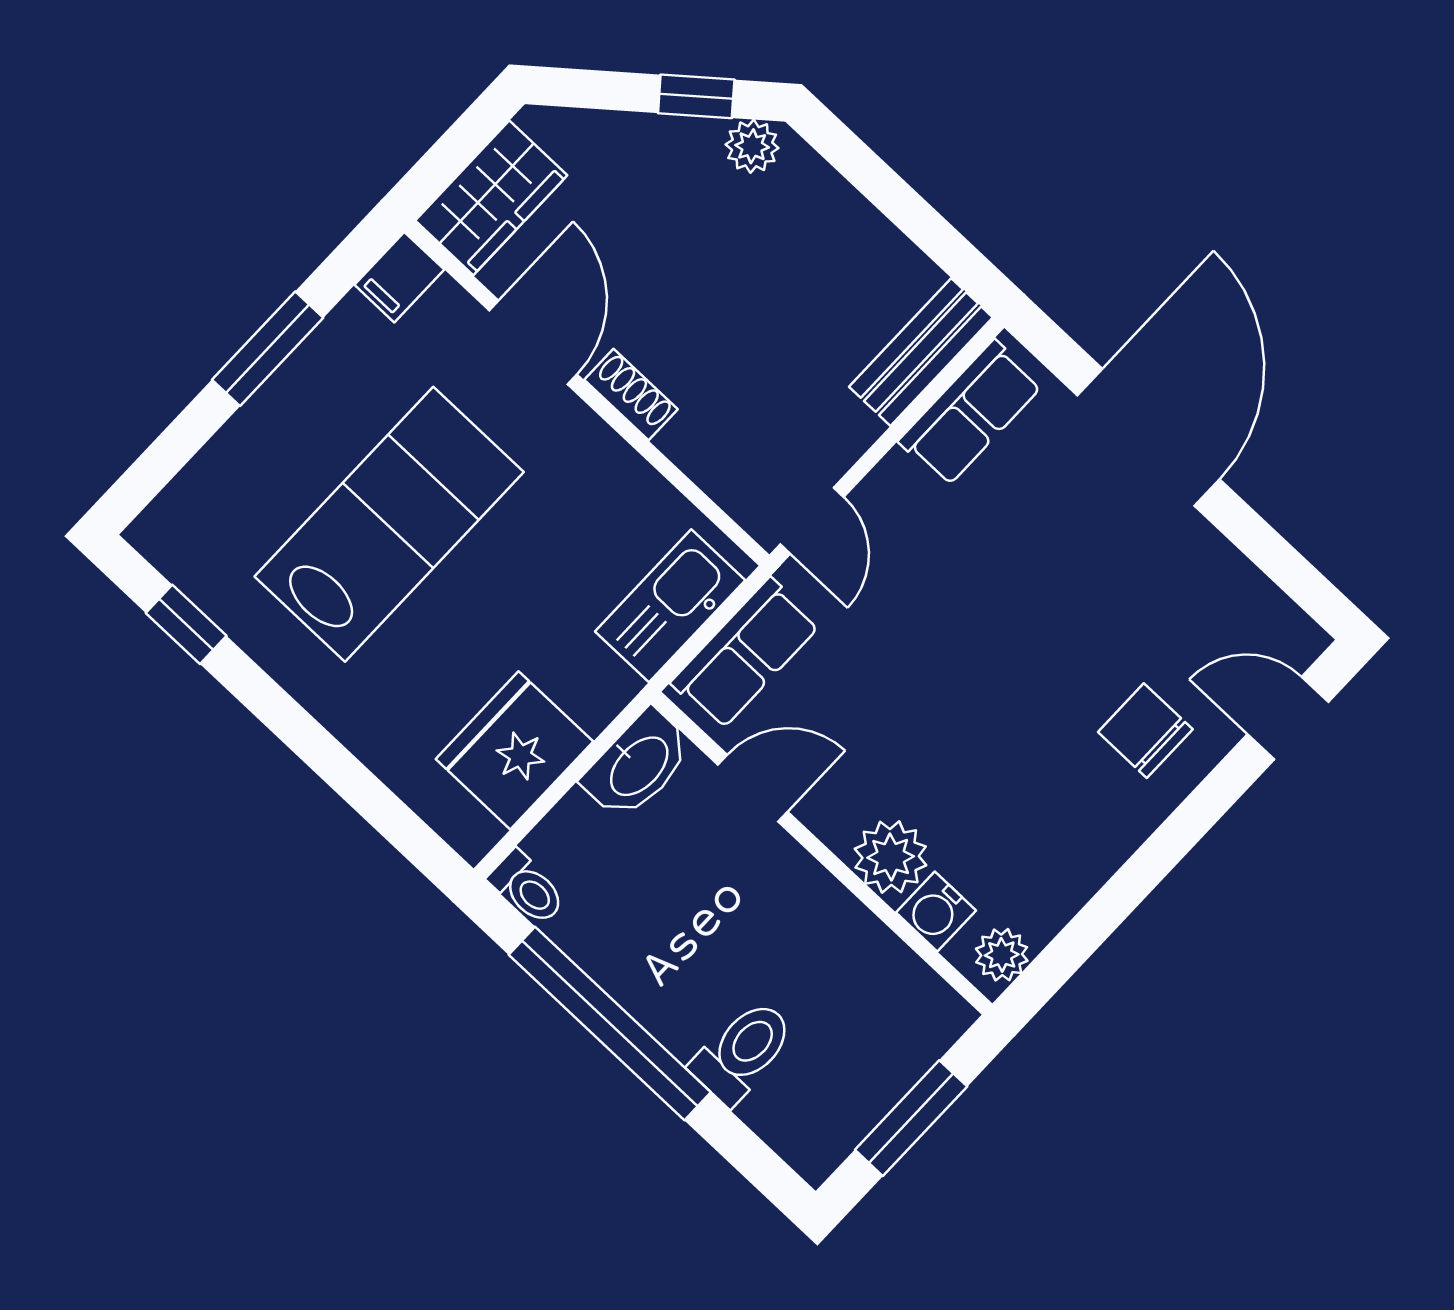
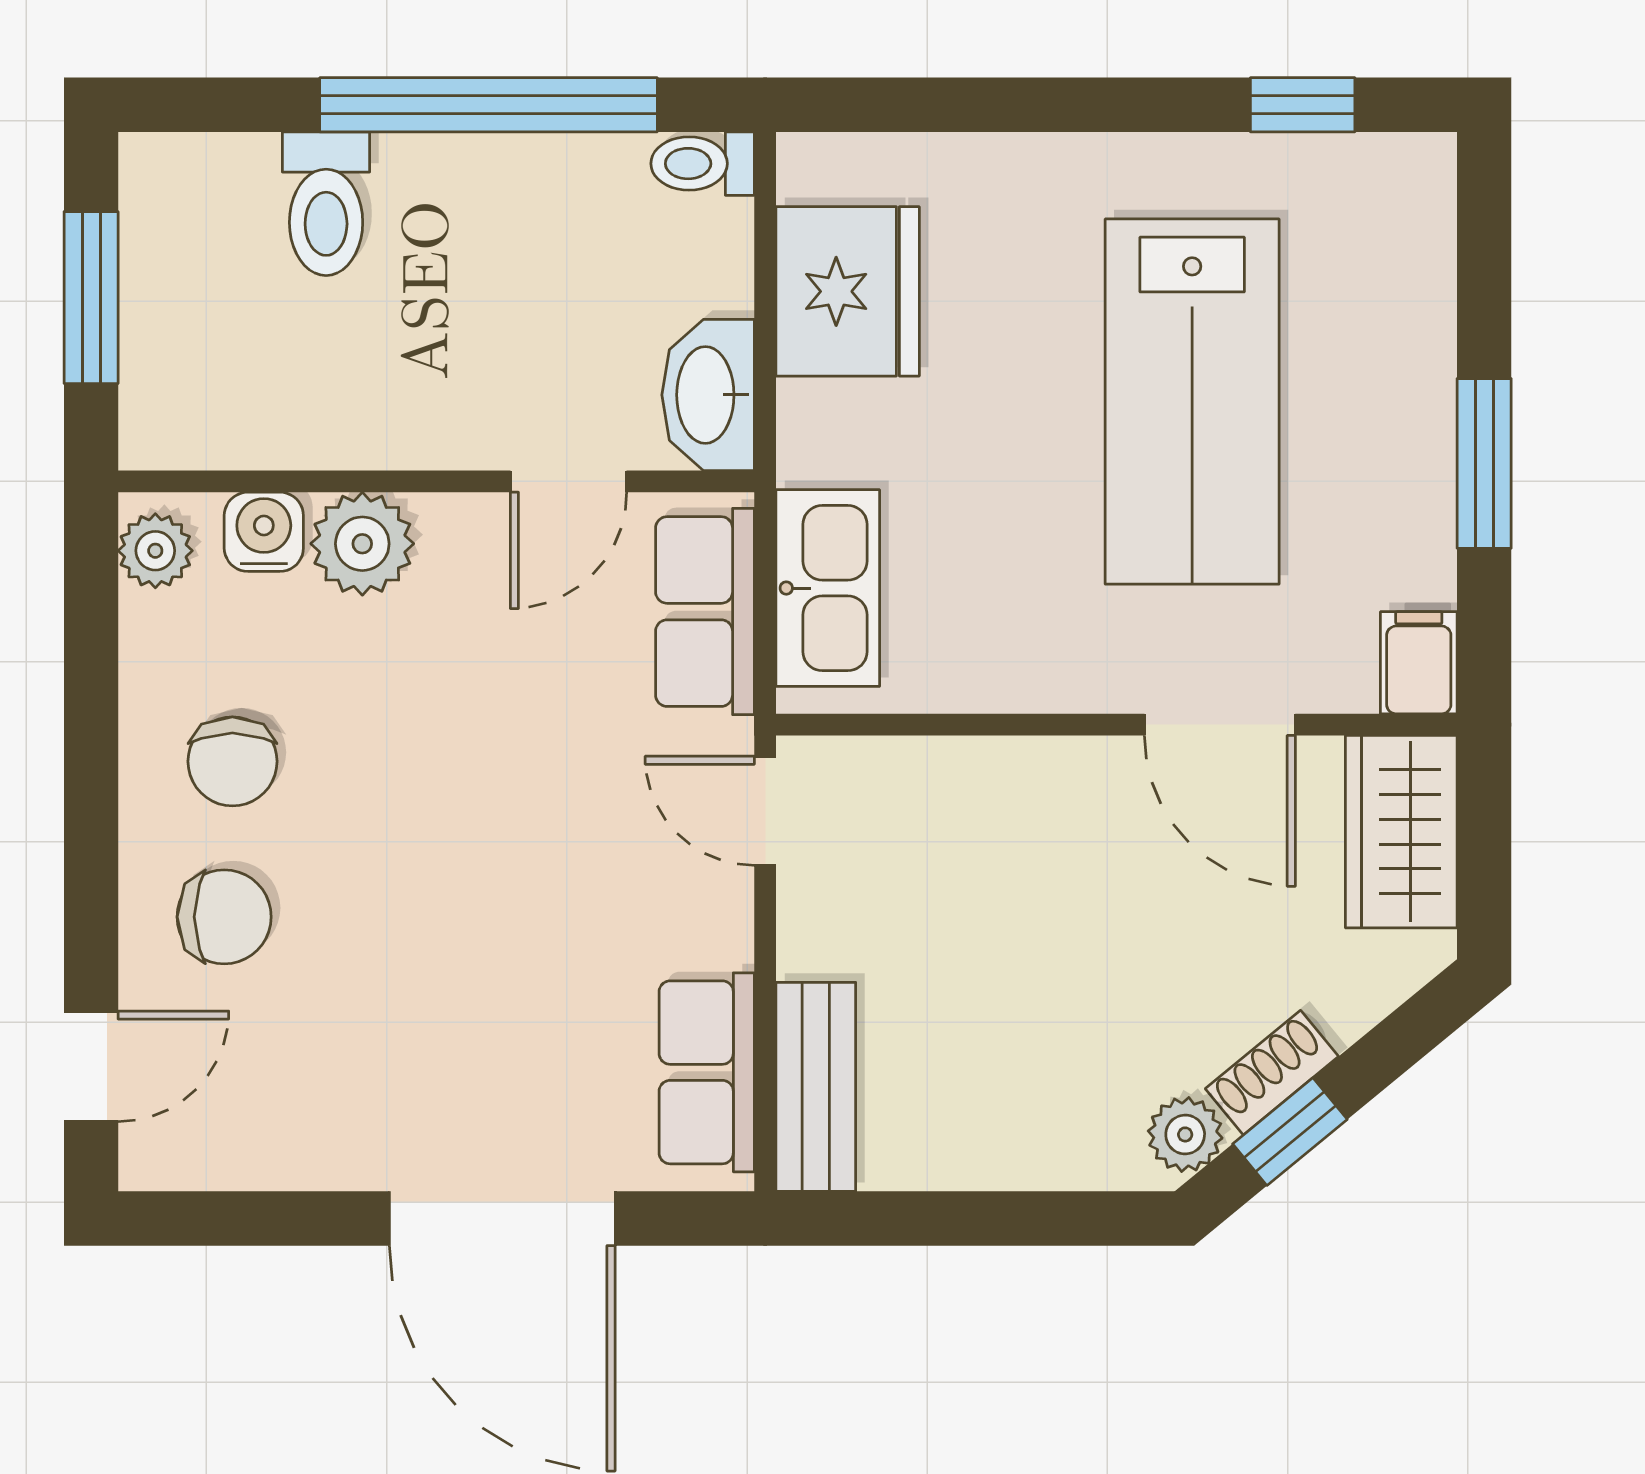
shoe rack: (631, 395) -> (1272, 1073), moved, turned 141
chair: (1065, 807) -> (232, 761), added

